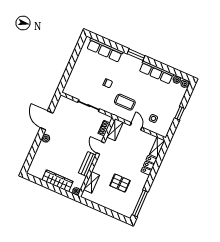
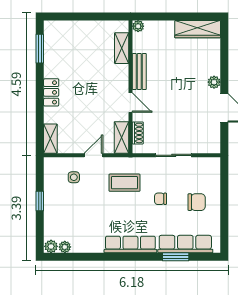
window: (136, 55) -> (176, 257), moved
chair: (87, 72) -> (197, 202), added
row of seats: (156, 72) -> (130, 244), moved
door: (136, 126) -> (94, 155), swing flipped
locker: (149, 165) -> (51, 92), moved
wardrobe: (58, 181) -> (198, 29), moved
pallet: (120, 183) -> (81, 65), removed
window: (140, 203) -> (40, 49), width x0.69

